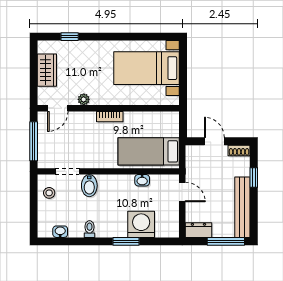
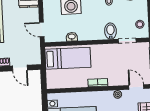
door: (58, 108) -> (136, 87), hinge flipped

